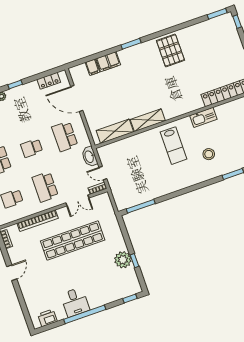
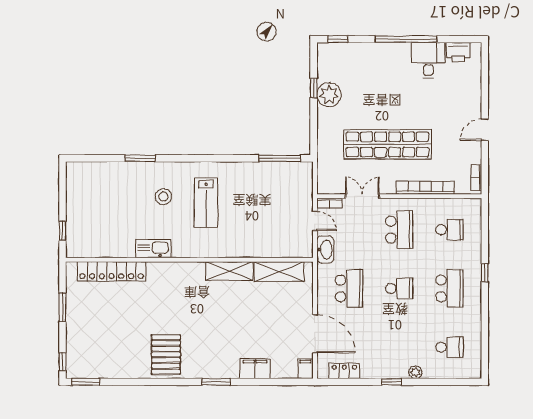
filing cabinet: (92, 67) -> (305, 369), moved
lab bench: (174, 146) -> (206, 203), moved, turned 180
desk: (75, 302) -> (428, 60), moved

